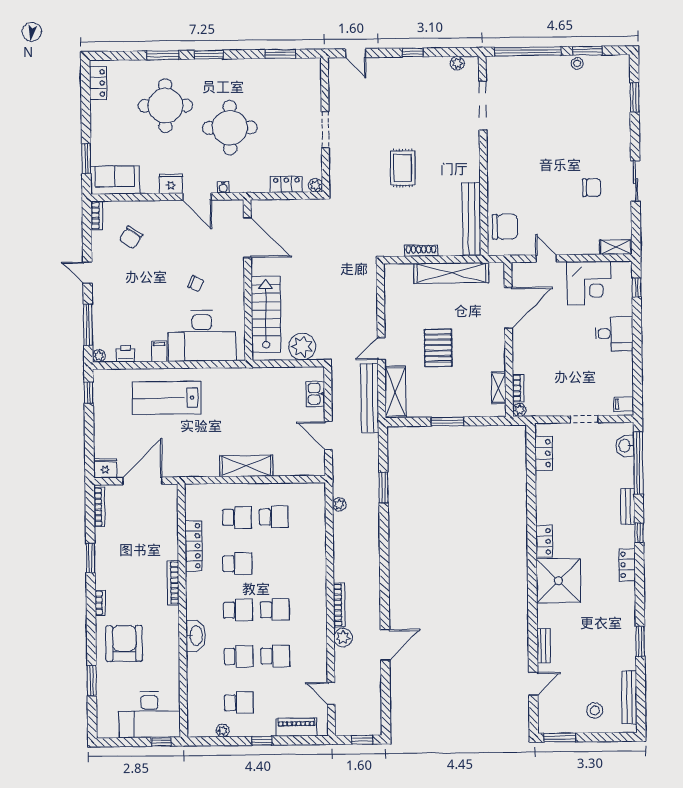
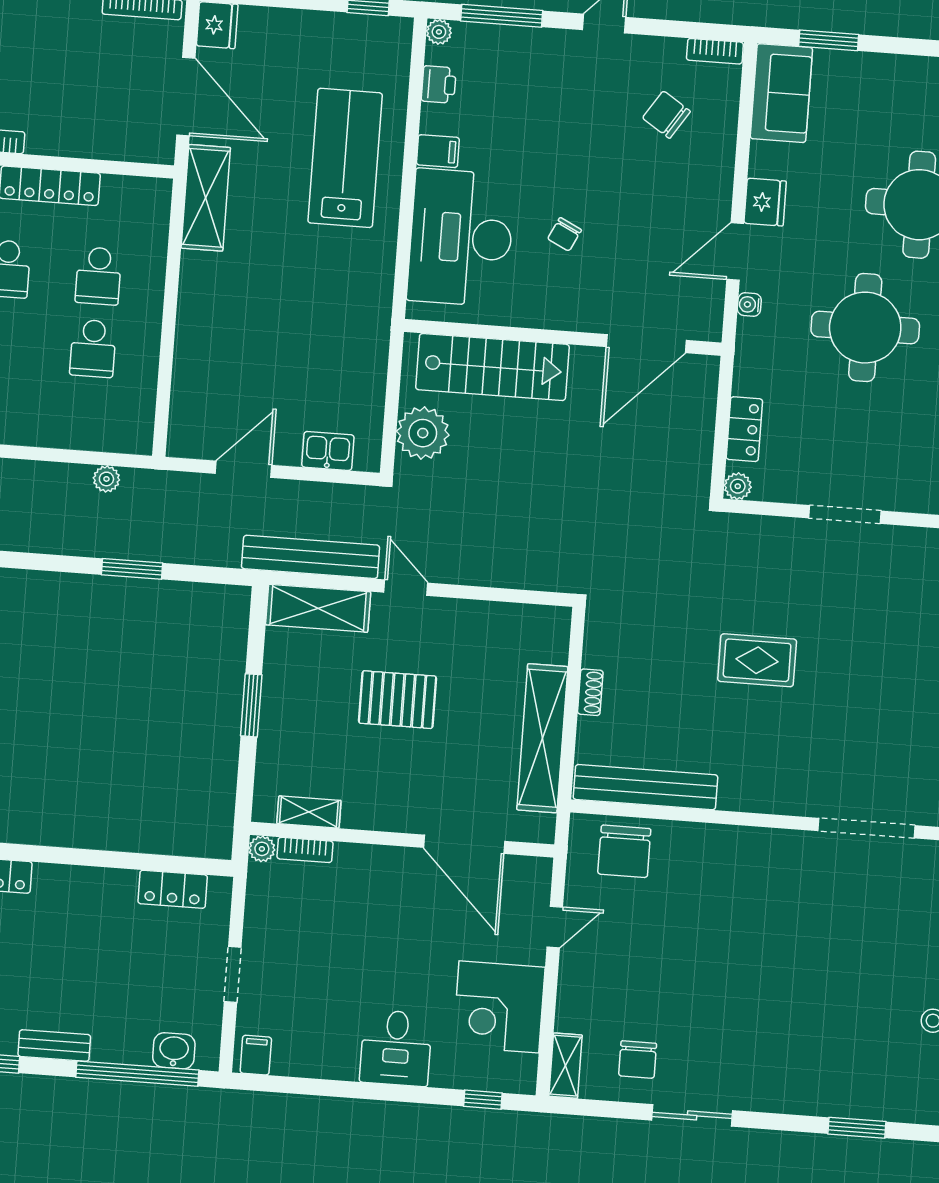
chair: (592, 188) -> (638, 1060), moved
shoe rack: (421, 251) -> (590, 692), width x0.70
shelving: (246, 466) -> (206, 198), moved

